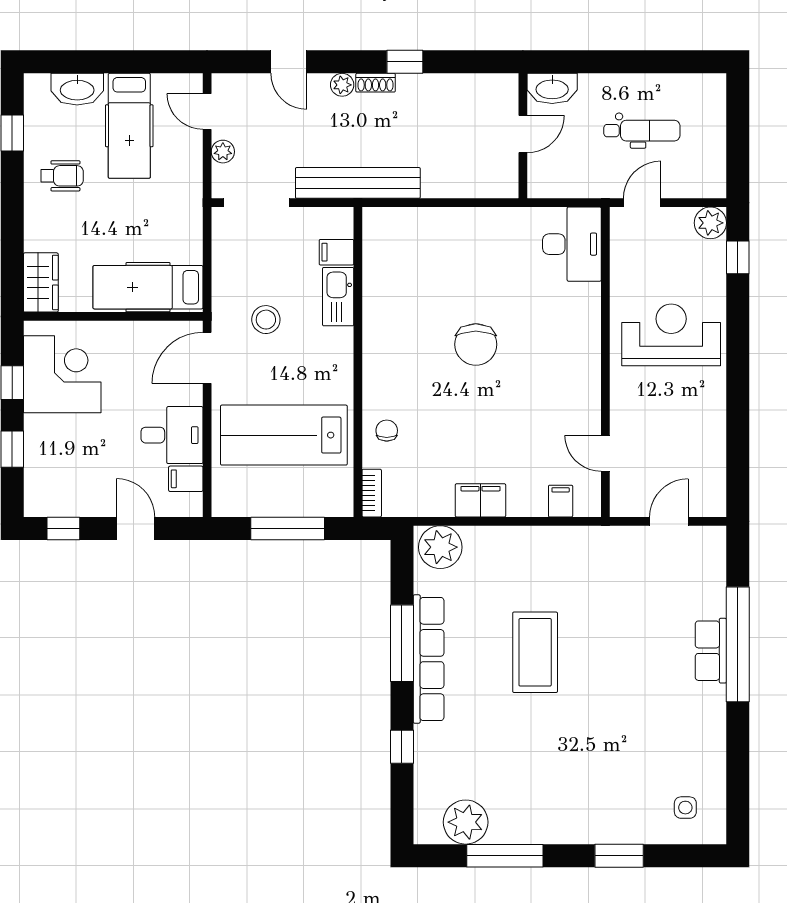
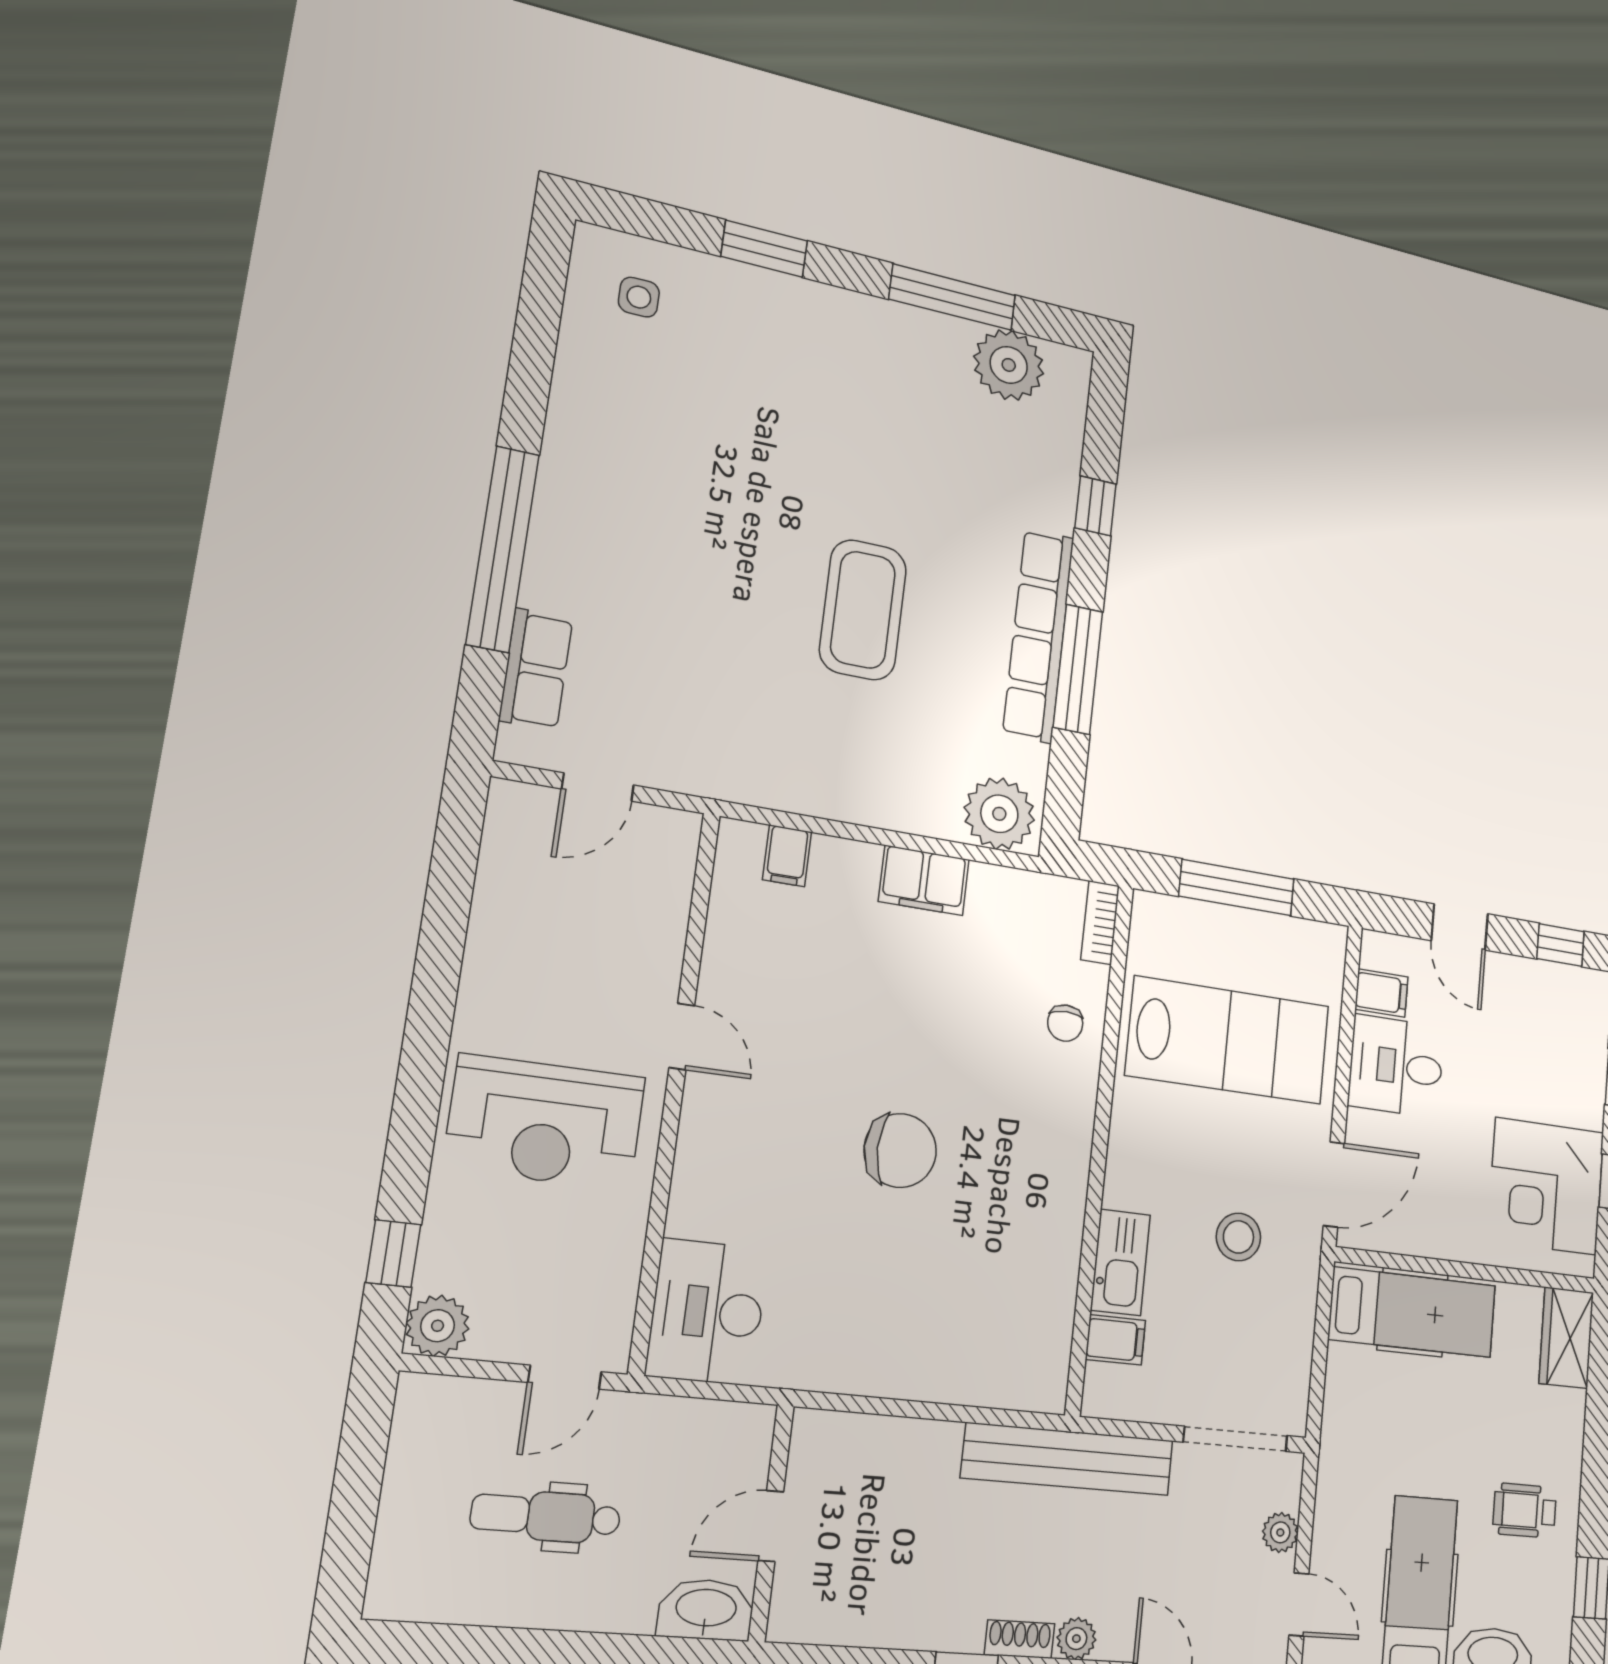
chair: (476, 344) -> (900, 1151), turned 90
door: (605, 453) -> (682, 1037), moved
row of seats: (711, 651) -> (536, 669), moved

